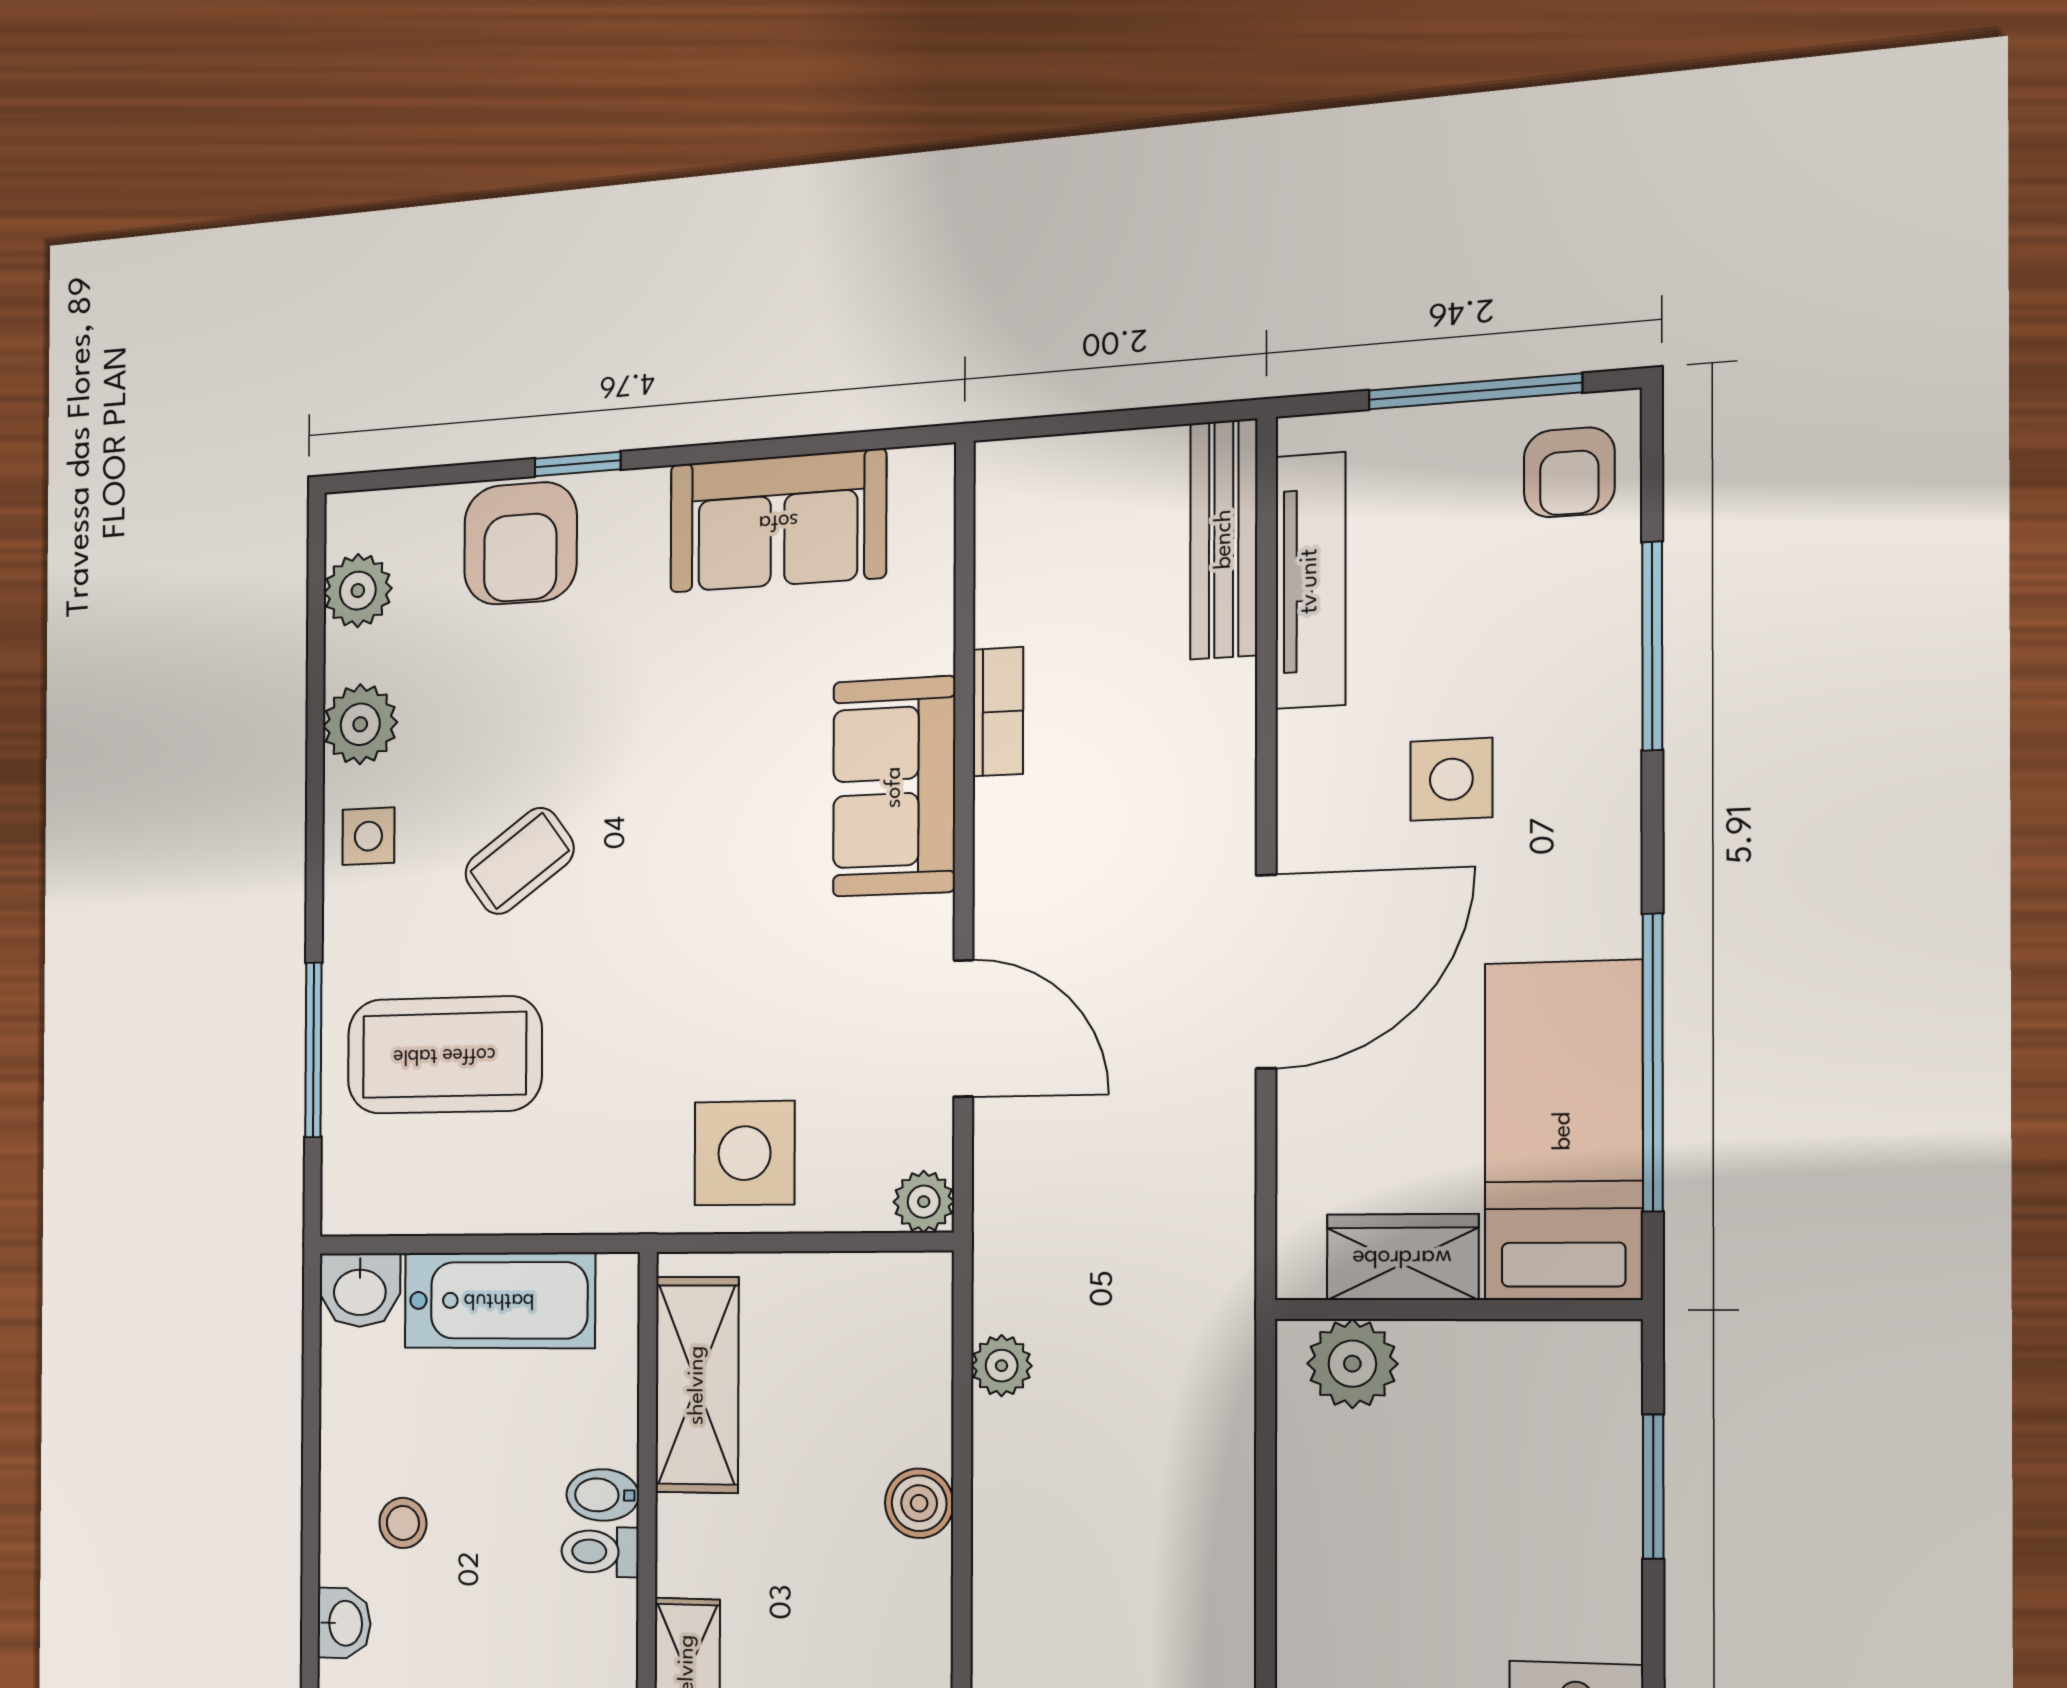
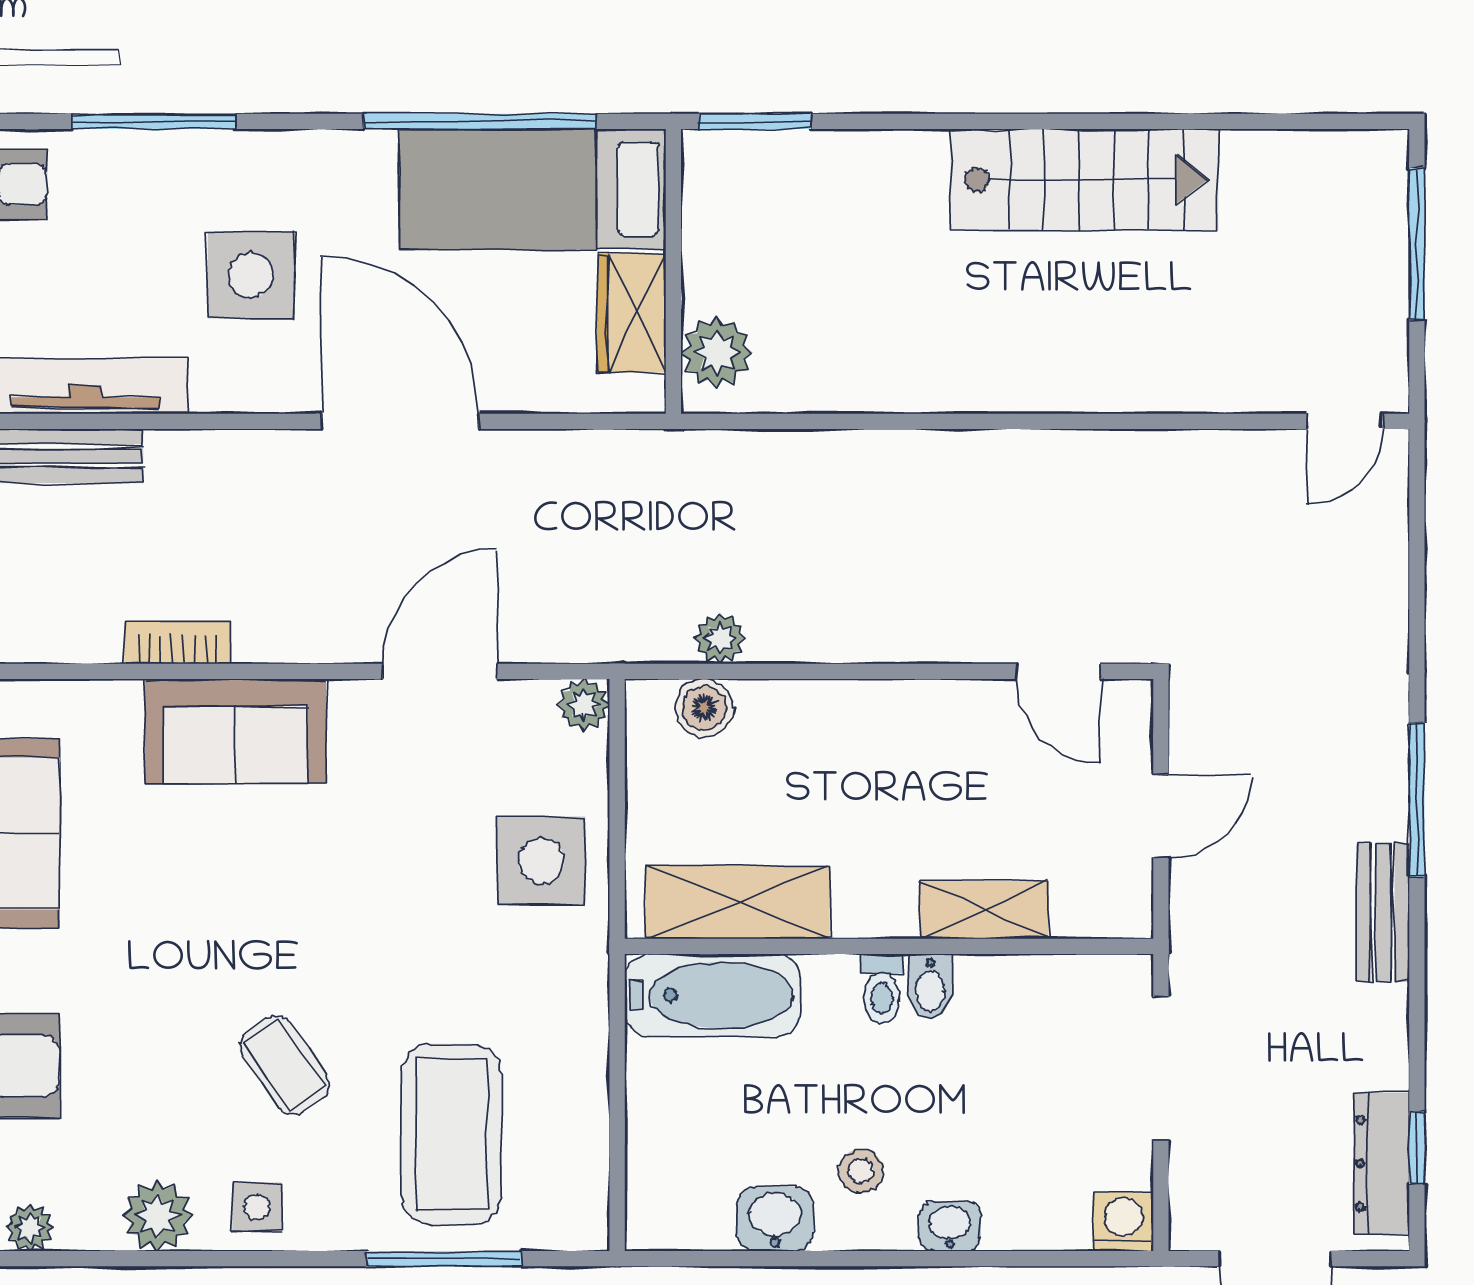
plant: (358, 591) -> (30, 1228), width x0.73, depth x0.73
side table: (1451, 779) -> (251, 275), width x1.37, depth x1.37
washbasin: (360, 1290) -> (775, 1219), moved, turned -90
bathtub: (499, 1300) -> (713, 995), moved, turned 90
window: (1653, 1487) -> (755, 121), moved
bidet: (603, 1495) -> (930, 986), moved
boiler: (919, 1503) -> (704, 708), moved

